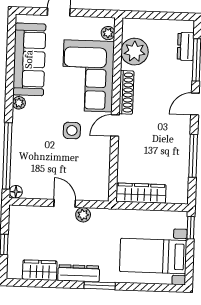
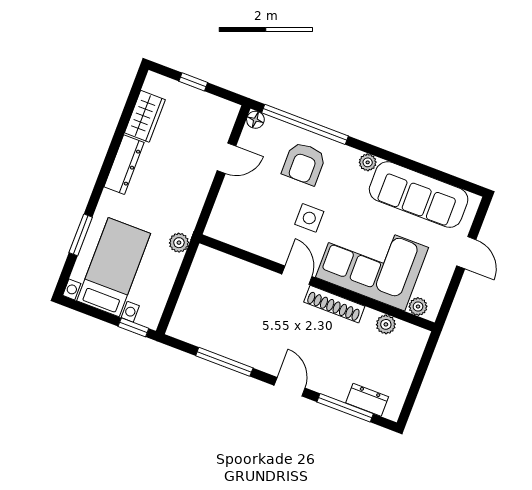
plant: (135, 52) -> (386, 324), width x0.53, depth x0.53
armchair: (35, 147) -> (304, 163), added
wardrobe: (141, 193) -> (199, 279), removed
door: (65, 203) -> (227, 158), moved
plant: (83, 215) -> (179, 243), moved
window: (100, 286) -> (81, 235), moved

